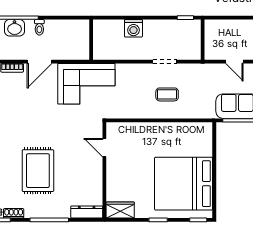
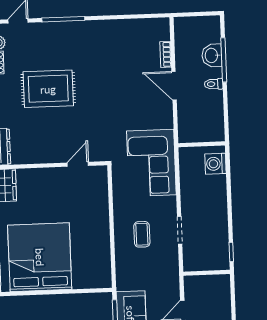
washing machine: (133, 28) -> (215, 164), moved
corner sofa: (86, 84) -> (151, 163), moved

